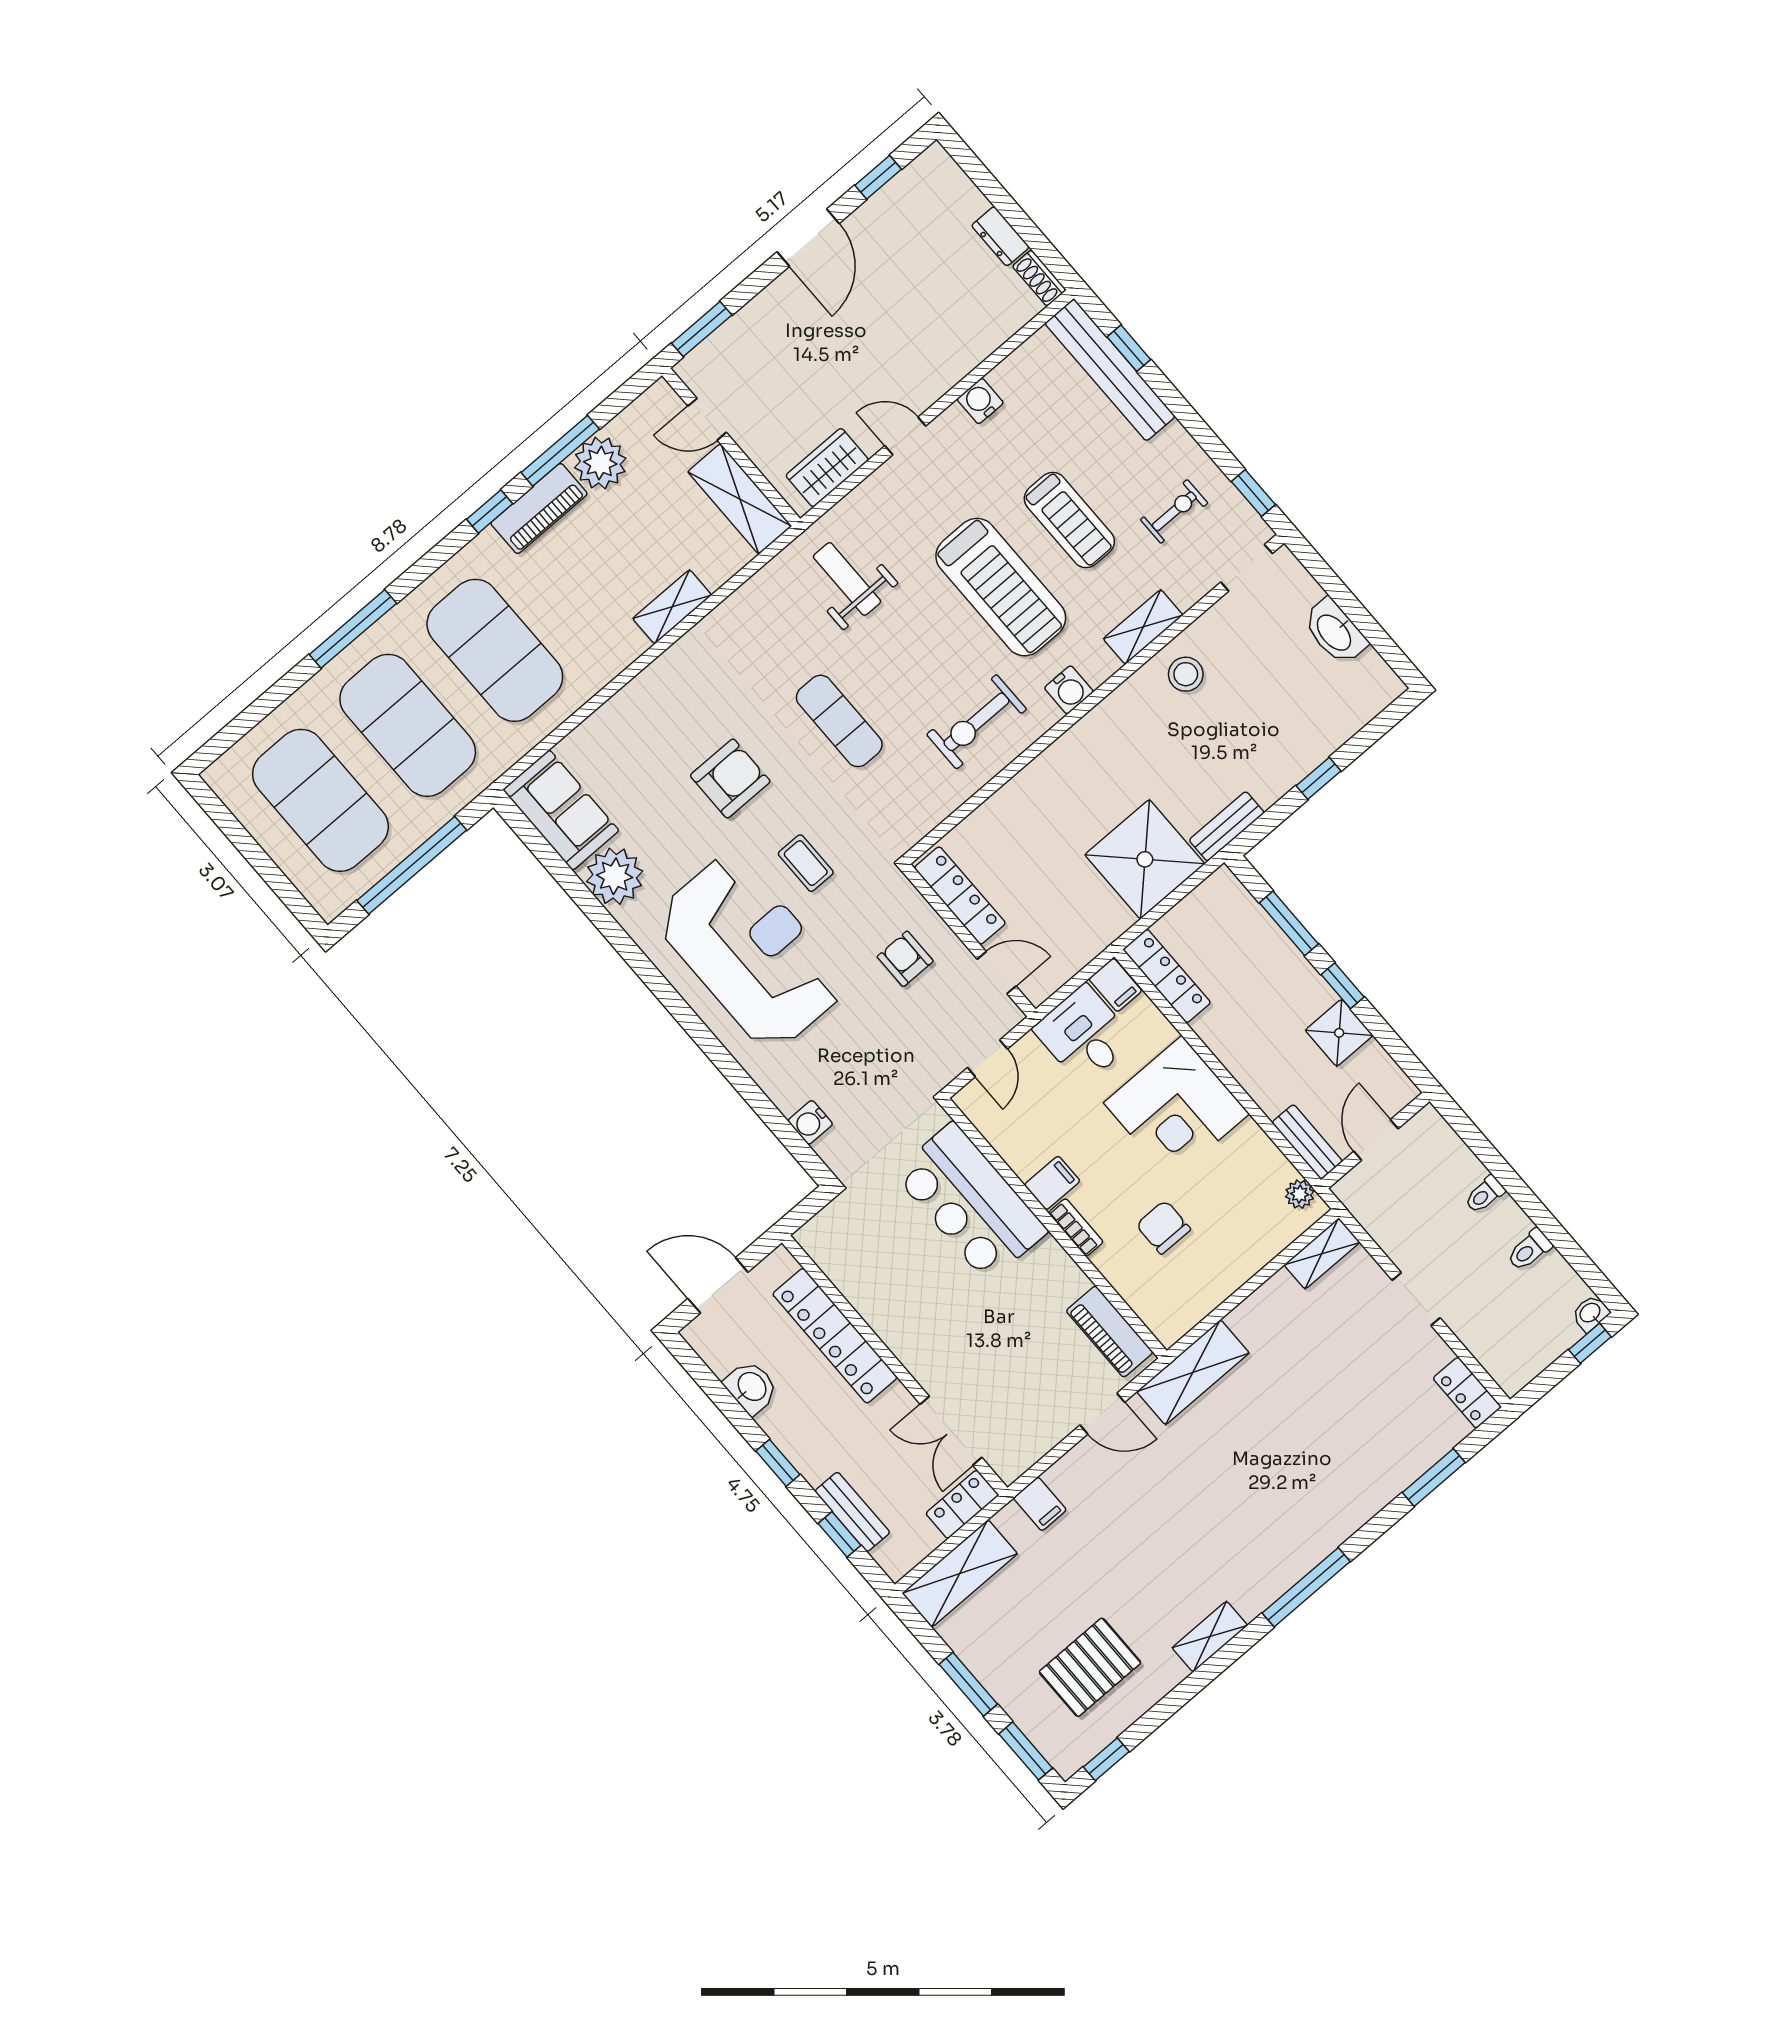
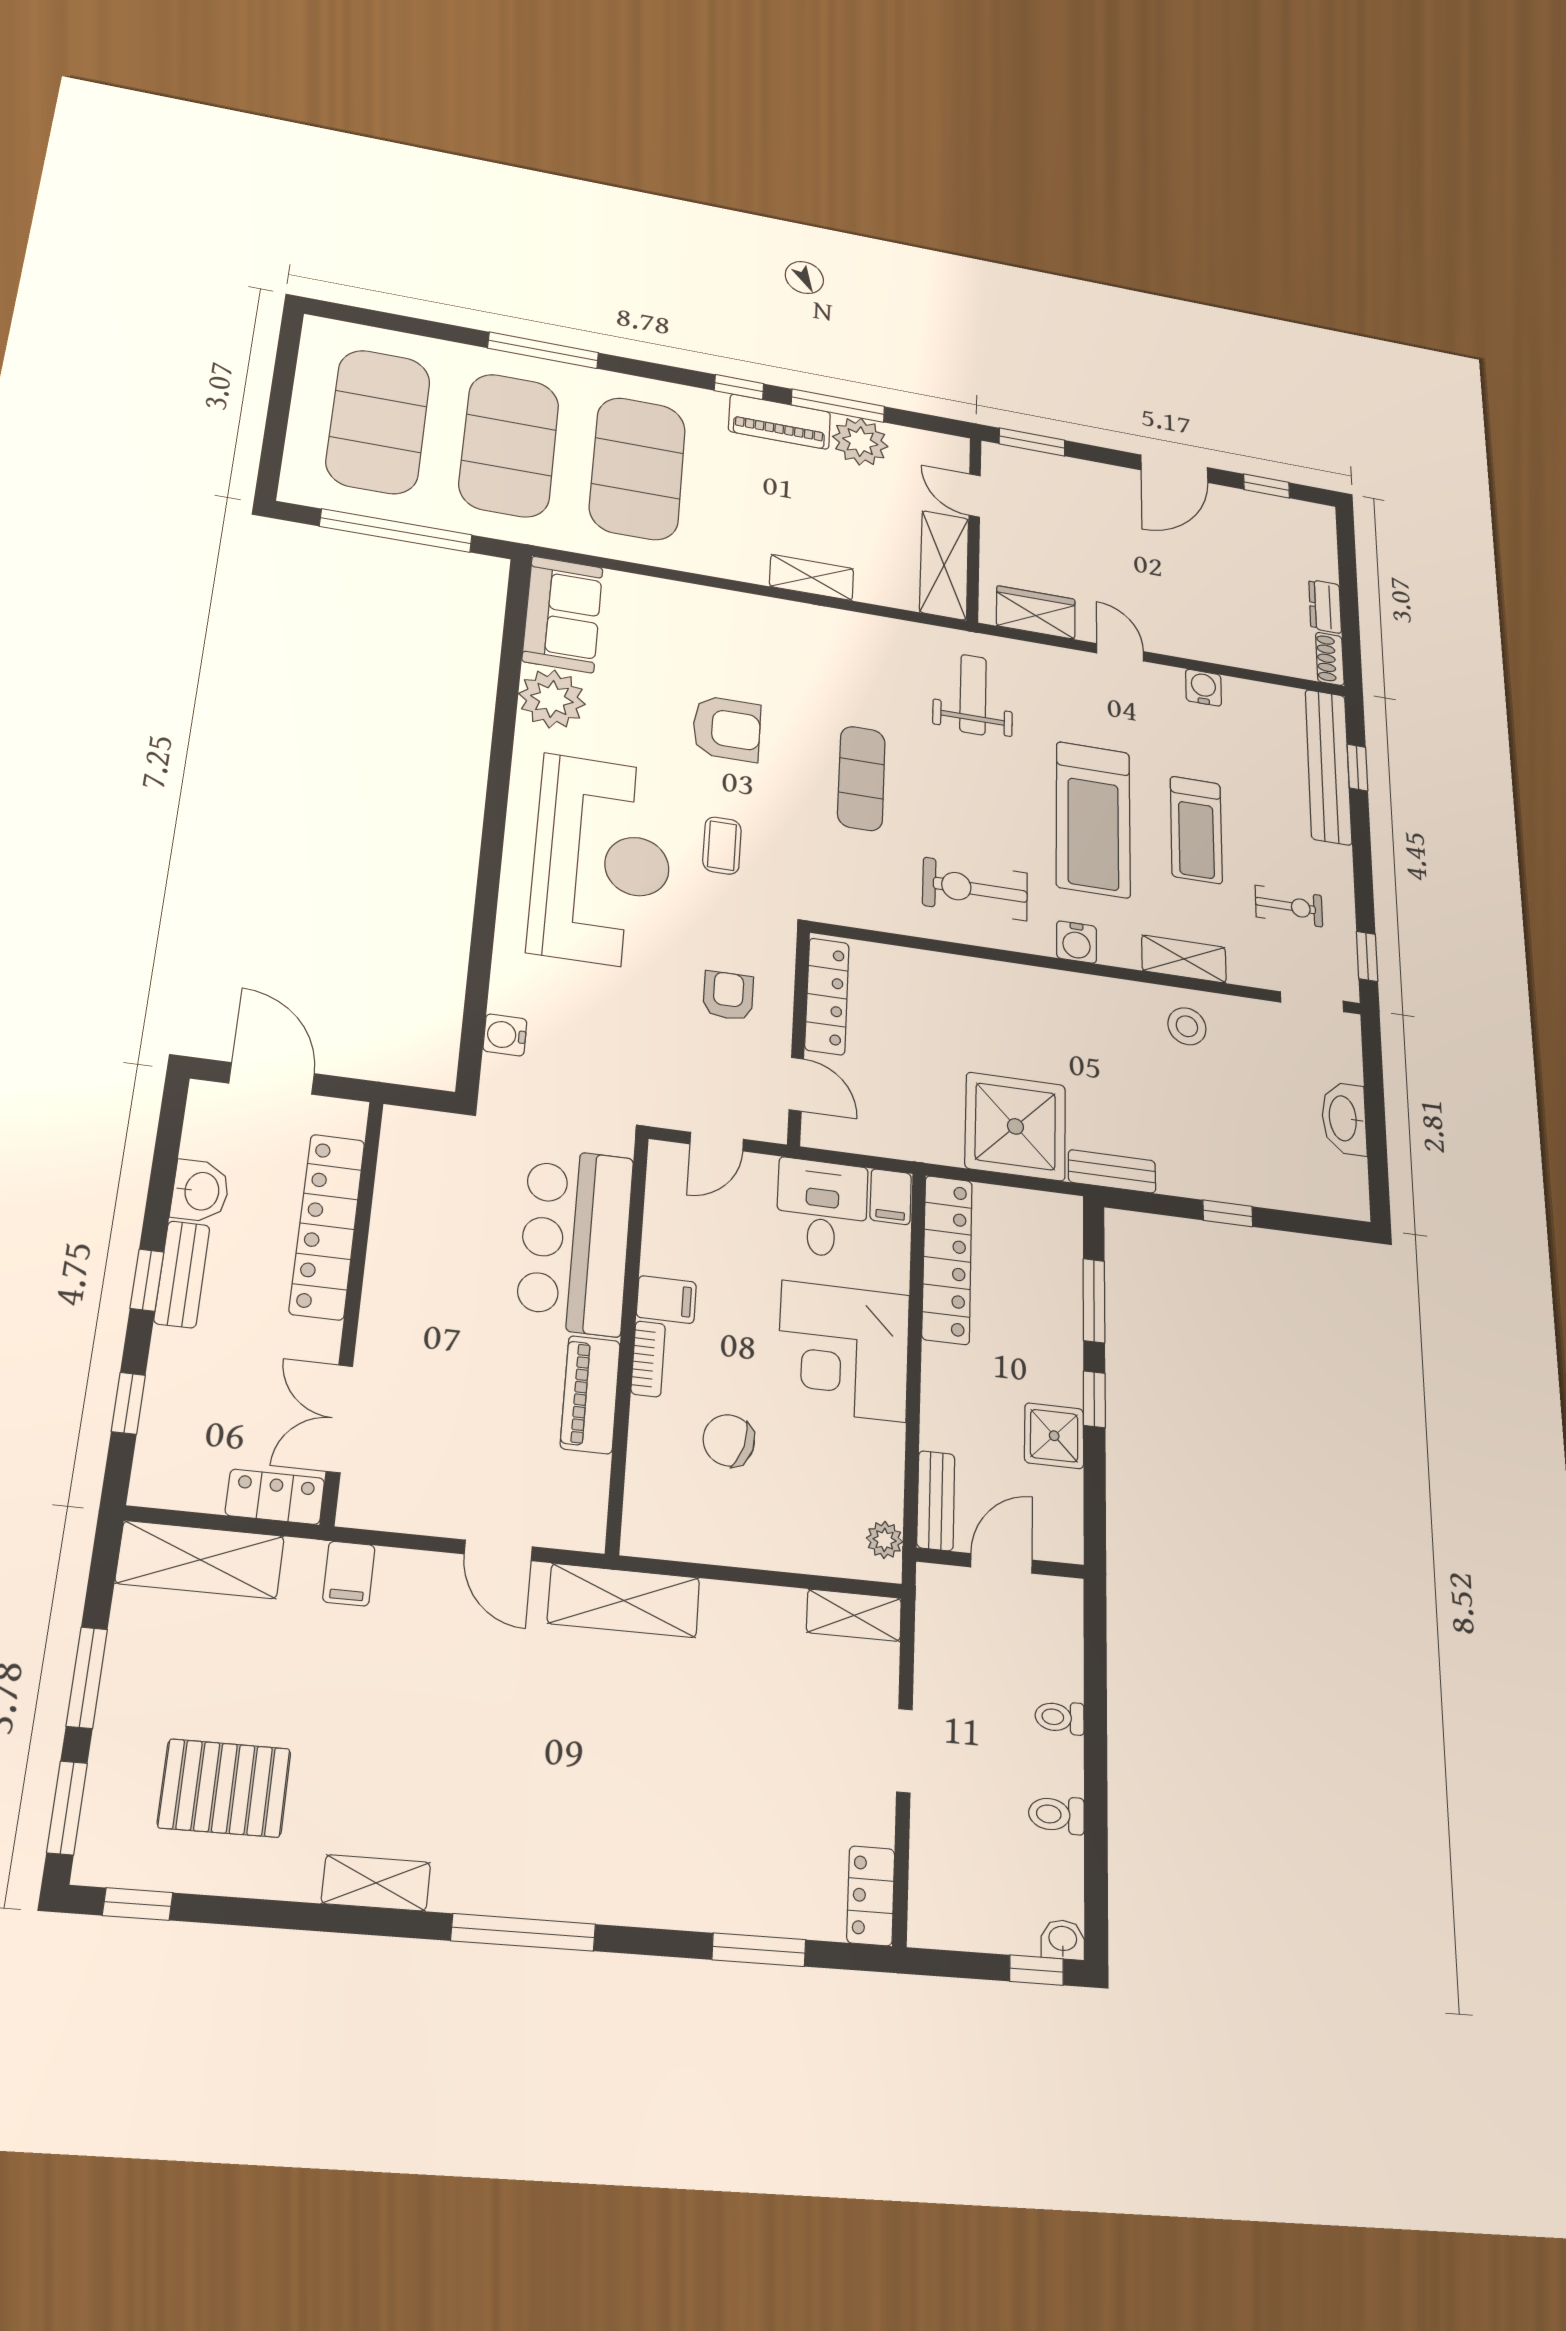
locker: (1167, 976) -> (947, 1259), width x1.41, depth x1.21
chair: (1163, 1227) -> (729, 1440), turned -74
piano: (1110, 1332) -> (590, 1394), moved
bench: (852, 1512) -> (182, 1274), moved

